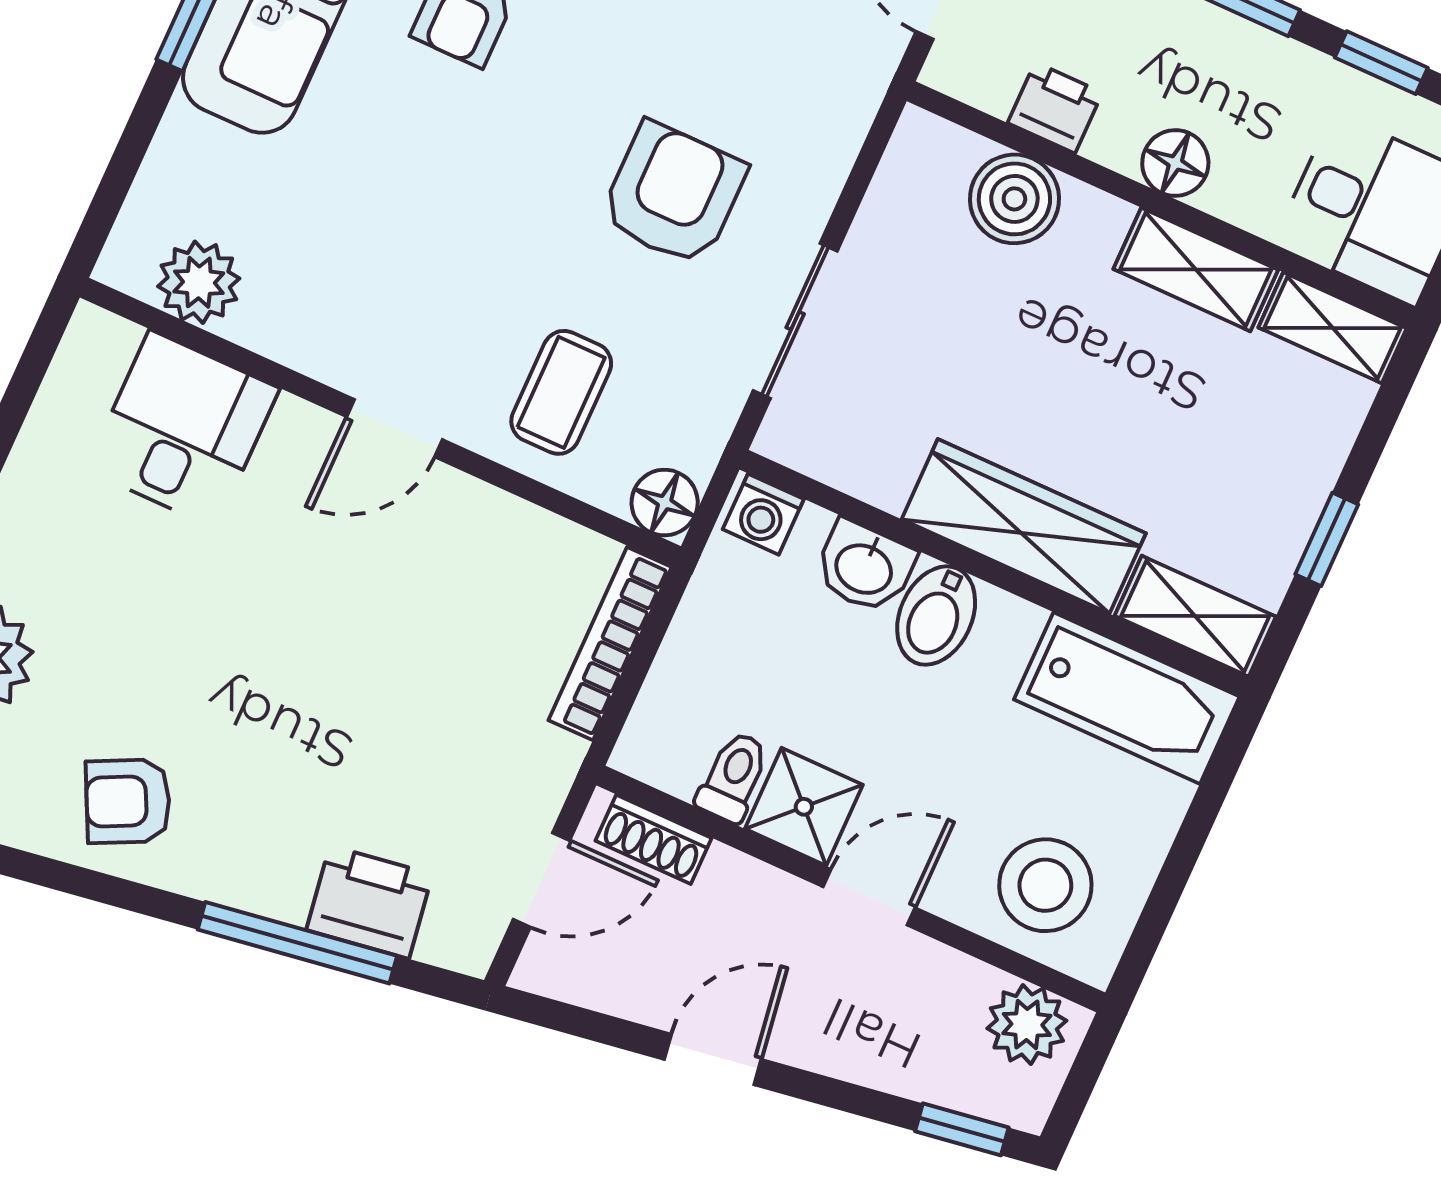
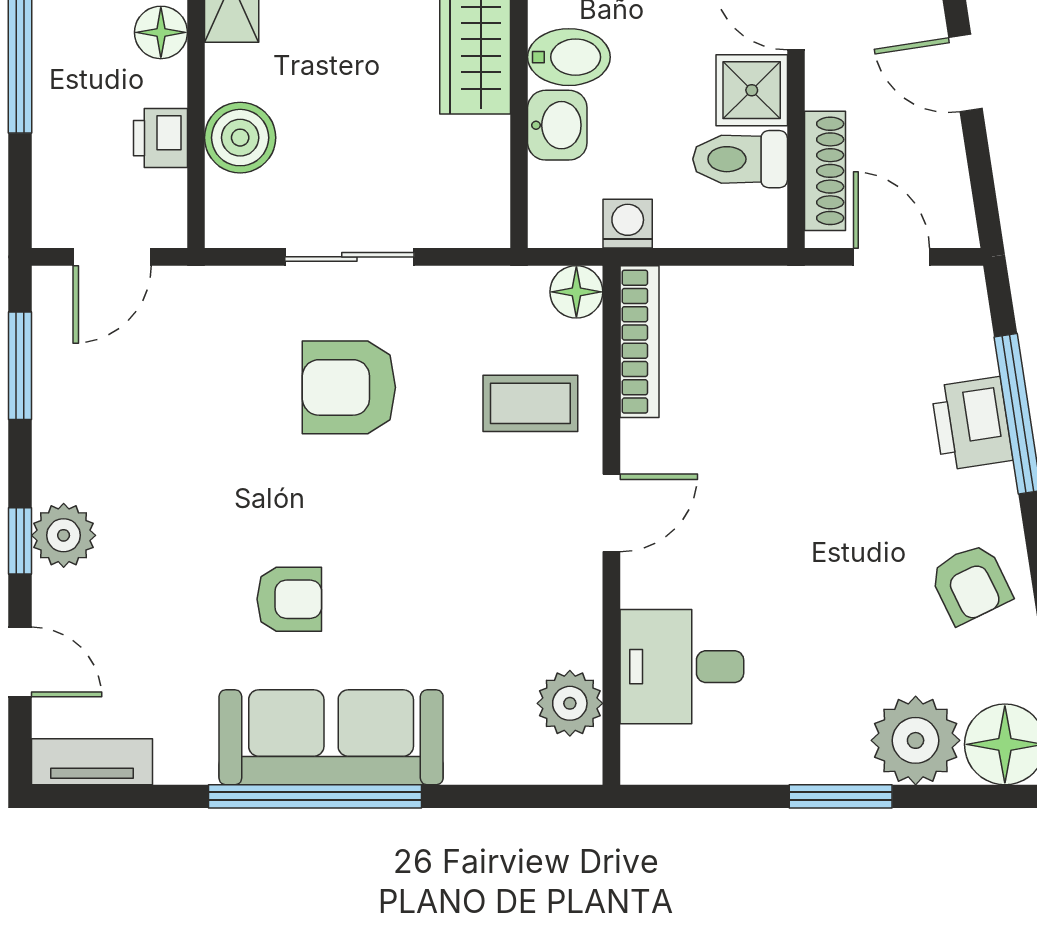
sliding door: (795, 321) -> (349, 257), moved
door: (394, 428) -> (611, 513), hinge flipped
washing machine: (763, 514) -> (628, 224), moved, turned -90
bookcase: (610, 644) -> (639, 342), moved, turned -90
toilet: (733, 777) -> (740, 159), width x1.37, depth x1.39
shoe rack: (654, 839) -> (825, 171), width x1.43
printer: (369, 902) -> (972, 424), moved

